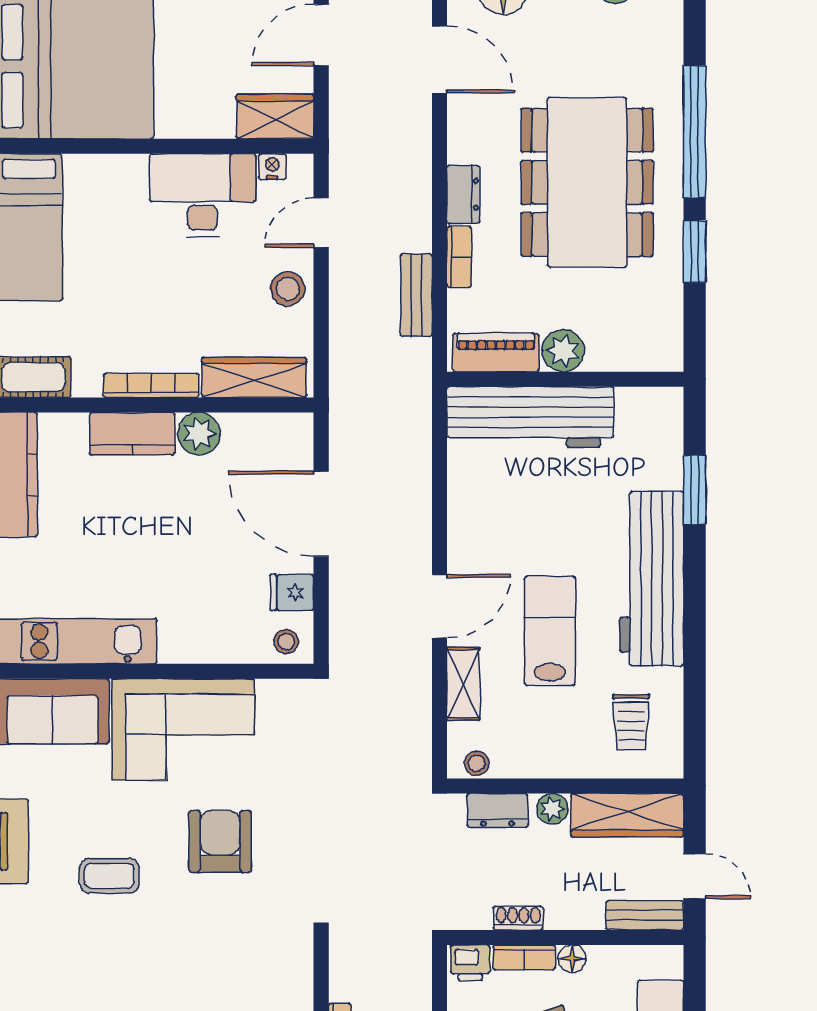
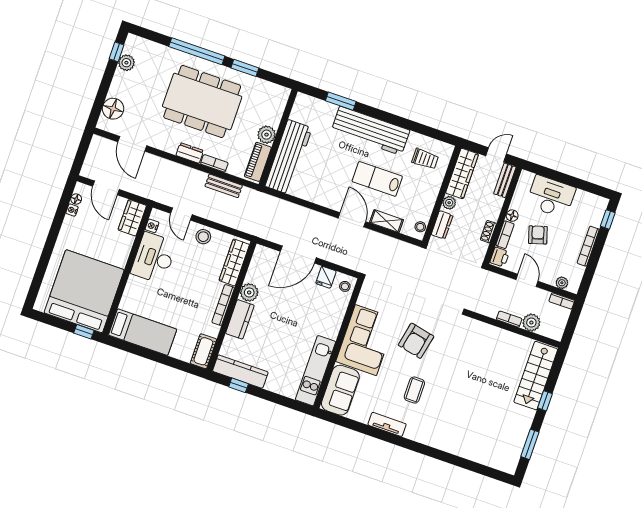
door: (439, 59) -> (132, 144), swing flipped
armchair: (220, 841) -> (416, 341), turned -78

